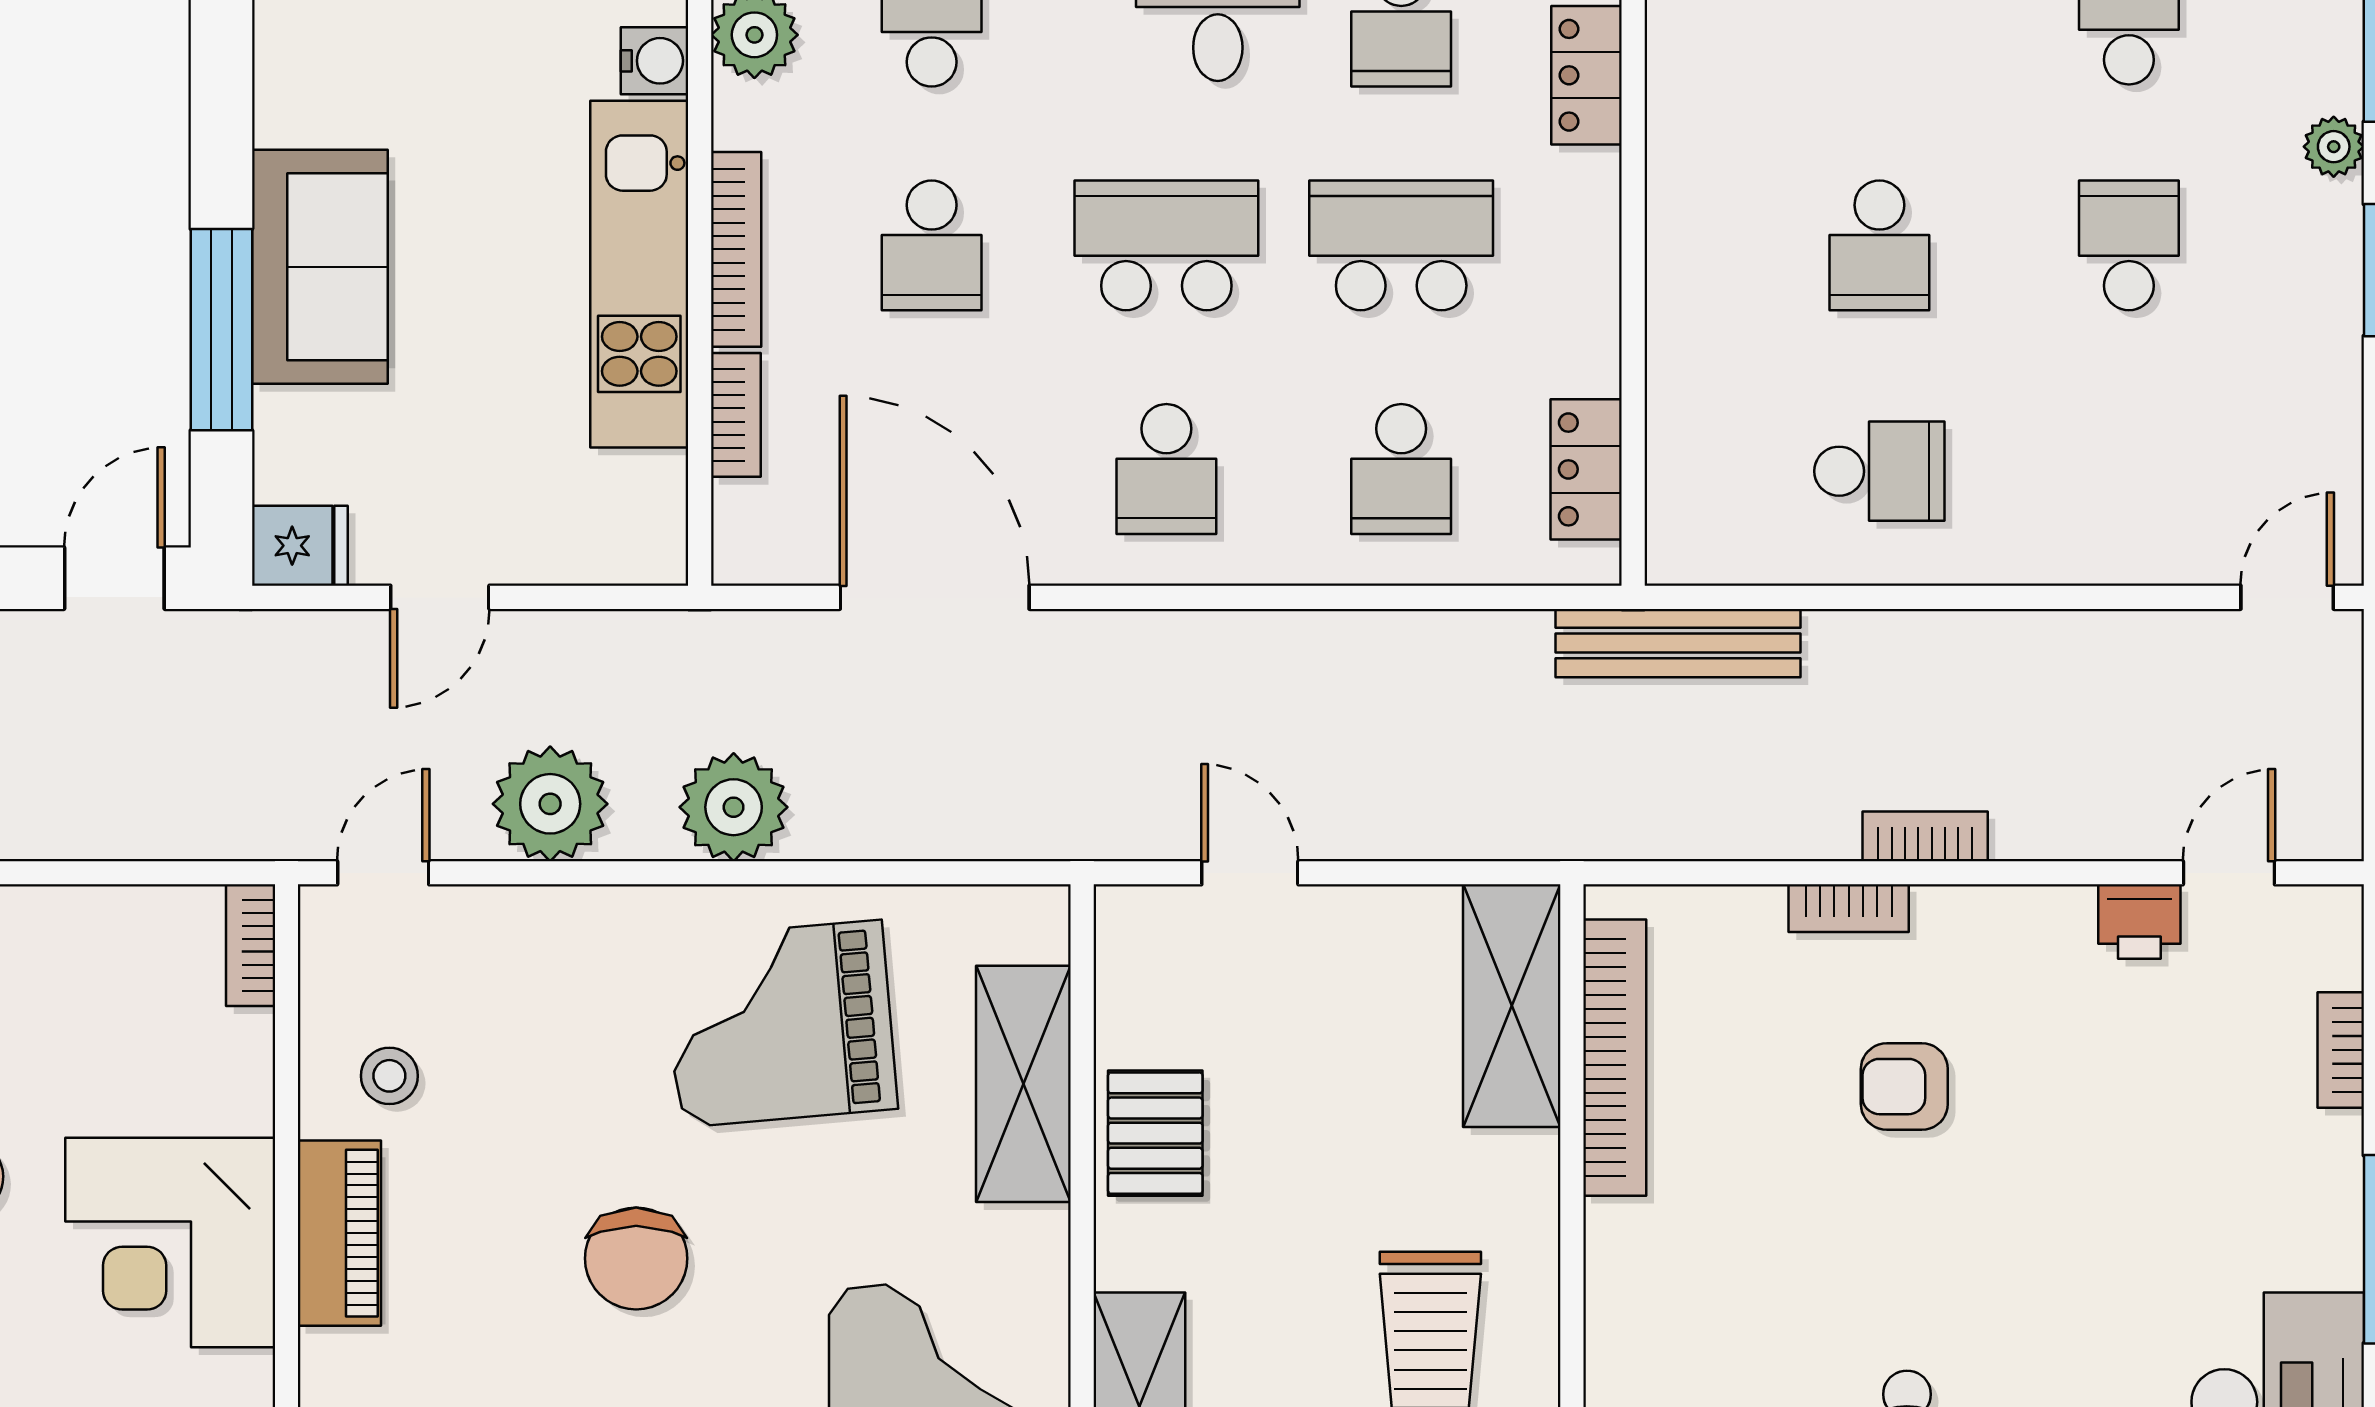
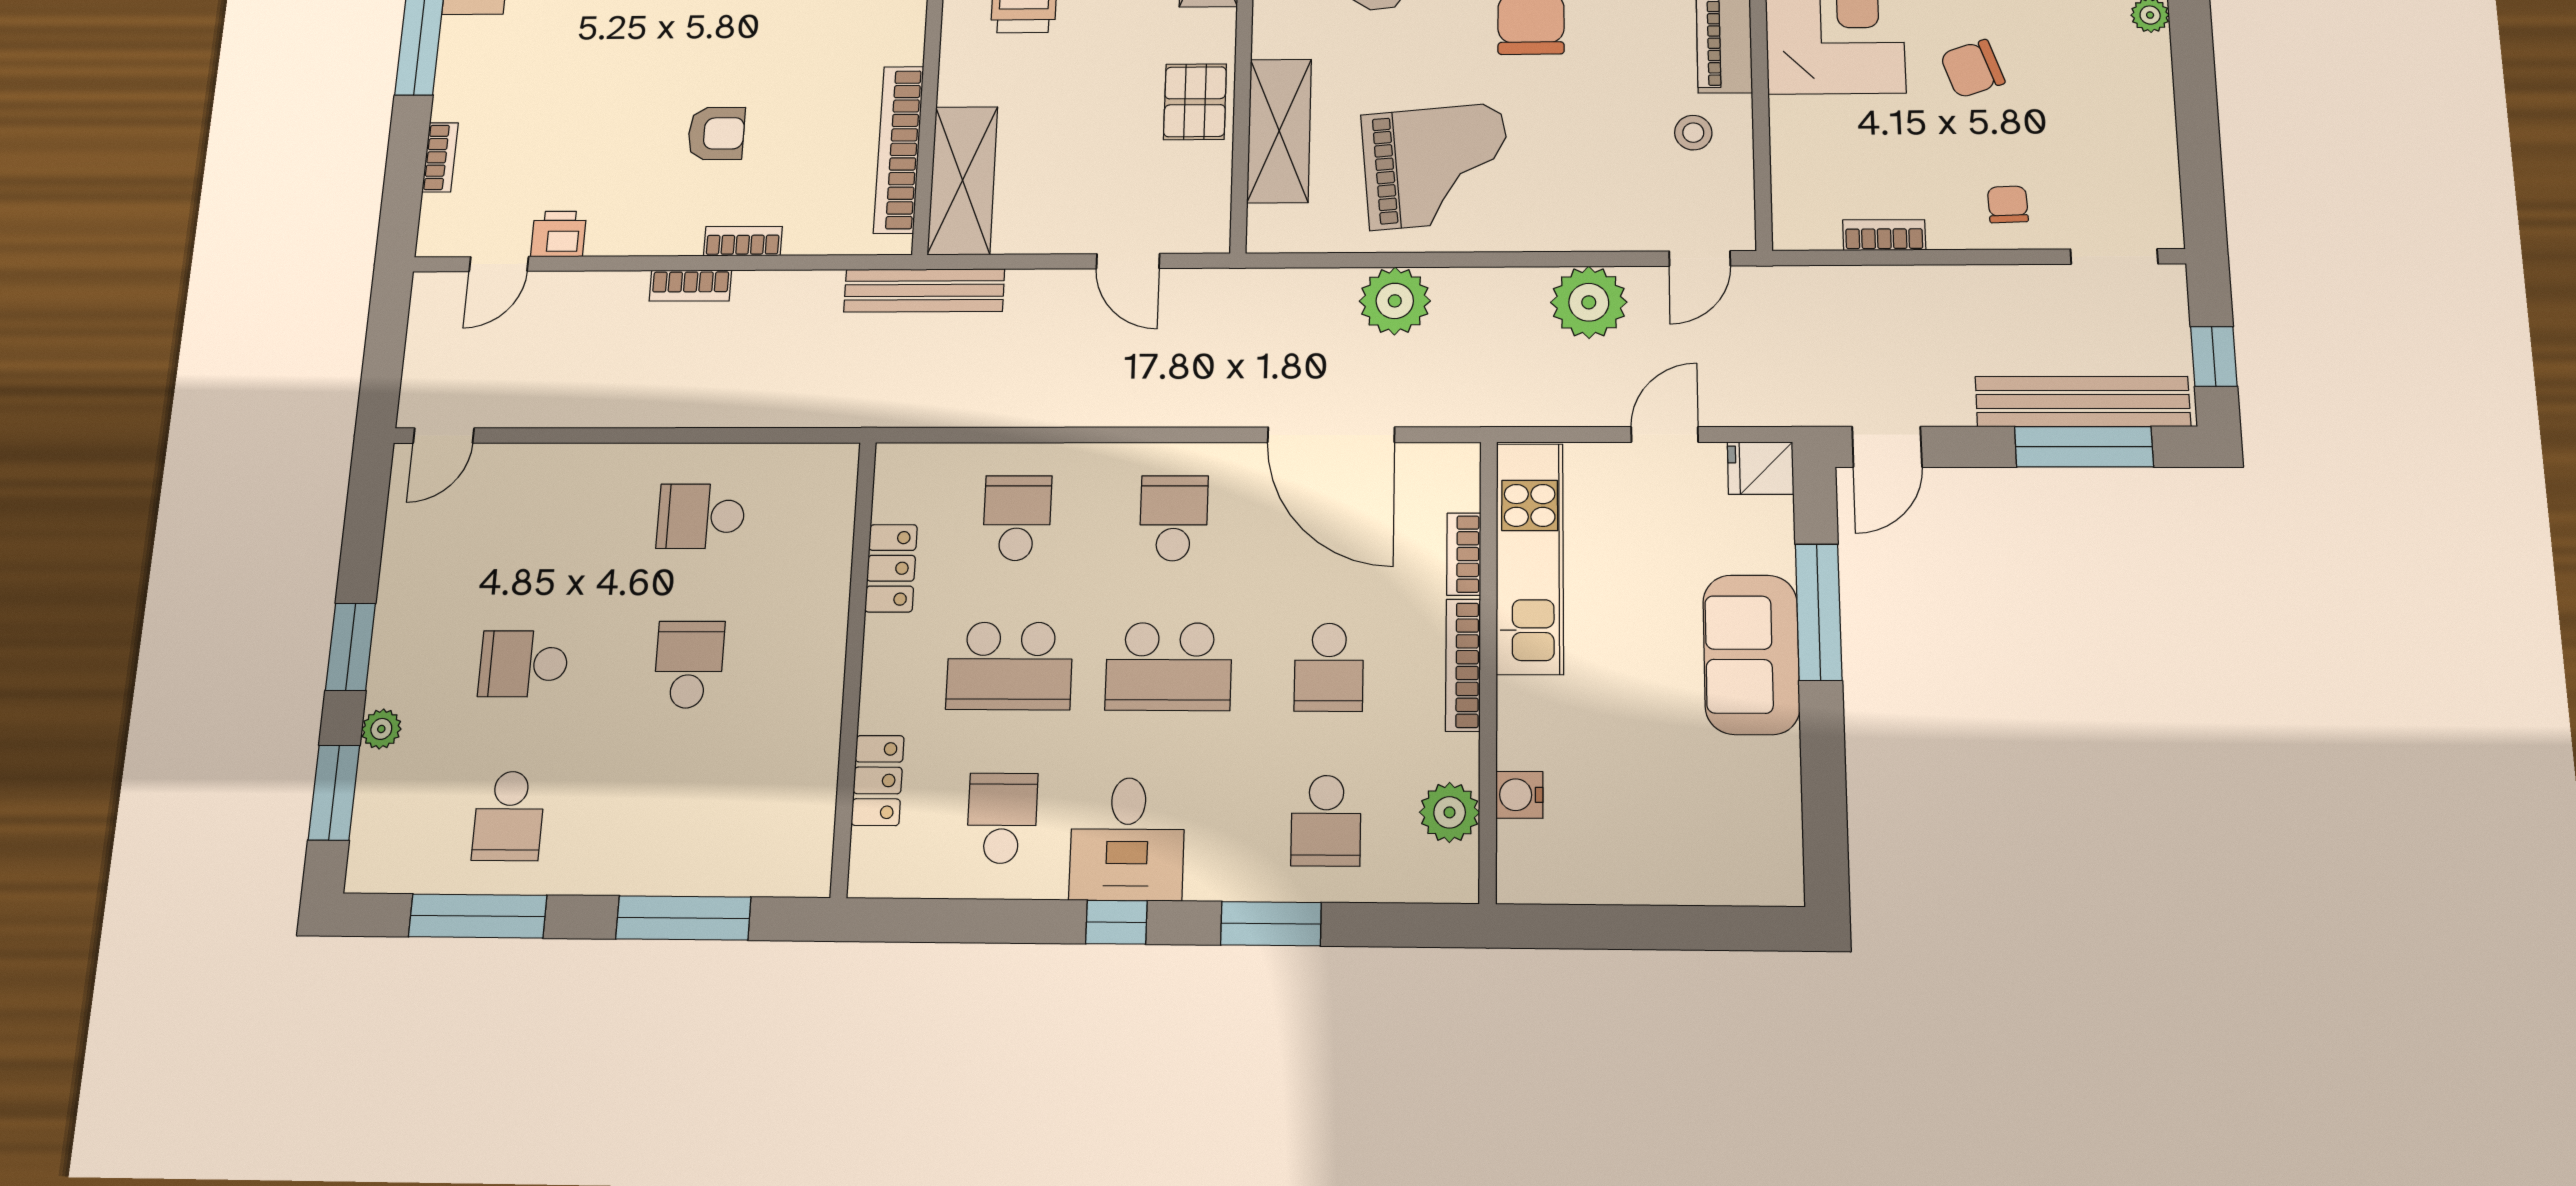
school desk: (932, 245) -> (1329, 667), turned 180
school desk: (2129, 245) -> (523, 664), turned 90
kitchen unit: (639, 274) -> (1530, 558), moved
locker: (1586, 469) -> (891, 568), moved
bench: (1678, 643) -> (924, 290), moved
plant: (734, 807) -> (1395, 301), moved
bookcase: (251, 945) -> (1884, 235), moved, turned -90

